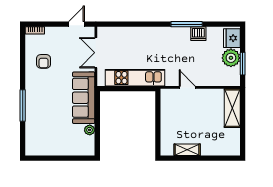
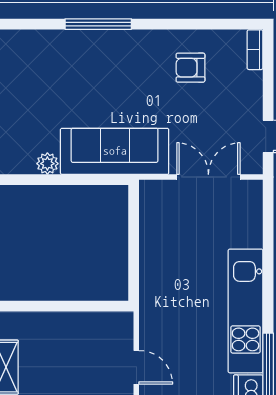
kitchen unit: (135, 78) -> (246, 311), moved, turned 180
door: (187, 87) -> (136, 367), hinge flipped

